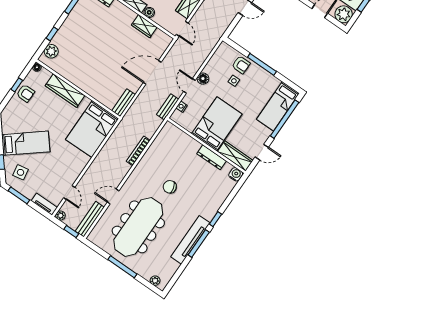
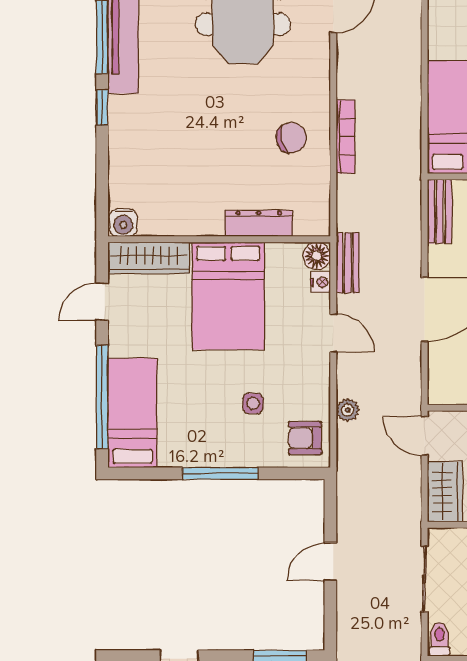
plant: (203, 56) -> (348, 410), added
armchair: (241, 65) -> (305, 438), moved
floor lamp: (203, 79) -> (317, 256), moved
dresser: (211, 157) -> (259, 223), moved
chair: (170, 187) -> (291, 138), moved

